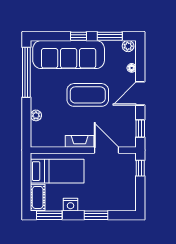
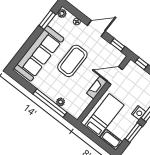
window: (79, 36) -> (33, 39), removed
window: (26, 72) -> (50, 103), moved
door: (140, 93) -> (96, 28), swing flipped
nightstand: (70, 205) -> (139, 113), moved
window: (49, 215) -> (134, 133), moved

